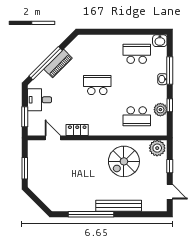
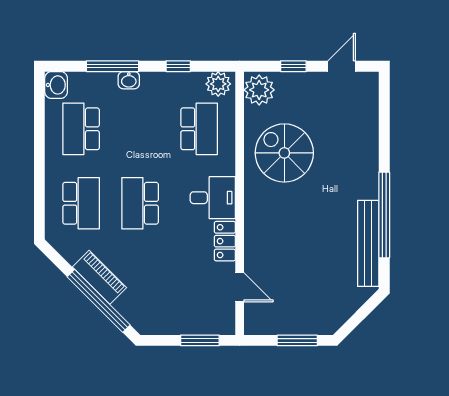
school desk: (97, 54) -> (81, 203), added
desk: (40, 100) -> (213, 198), moved, turned -90
plant: (160, 110) -> (218, 84), moved
door: (53, 138) -> (240, 287), swing flipped
spiral stairs: (124, 161) -> (284, 153), turned 180
bench: (119, 206) -> (368, 243), moved

